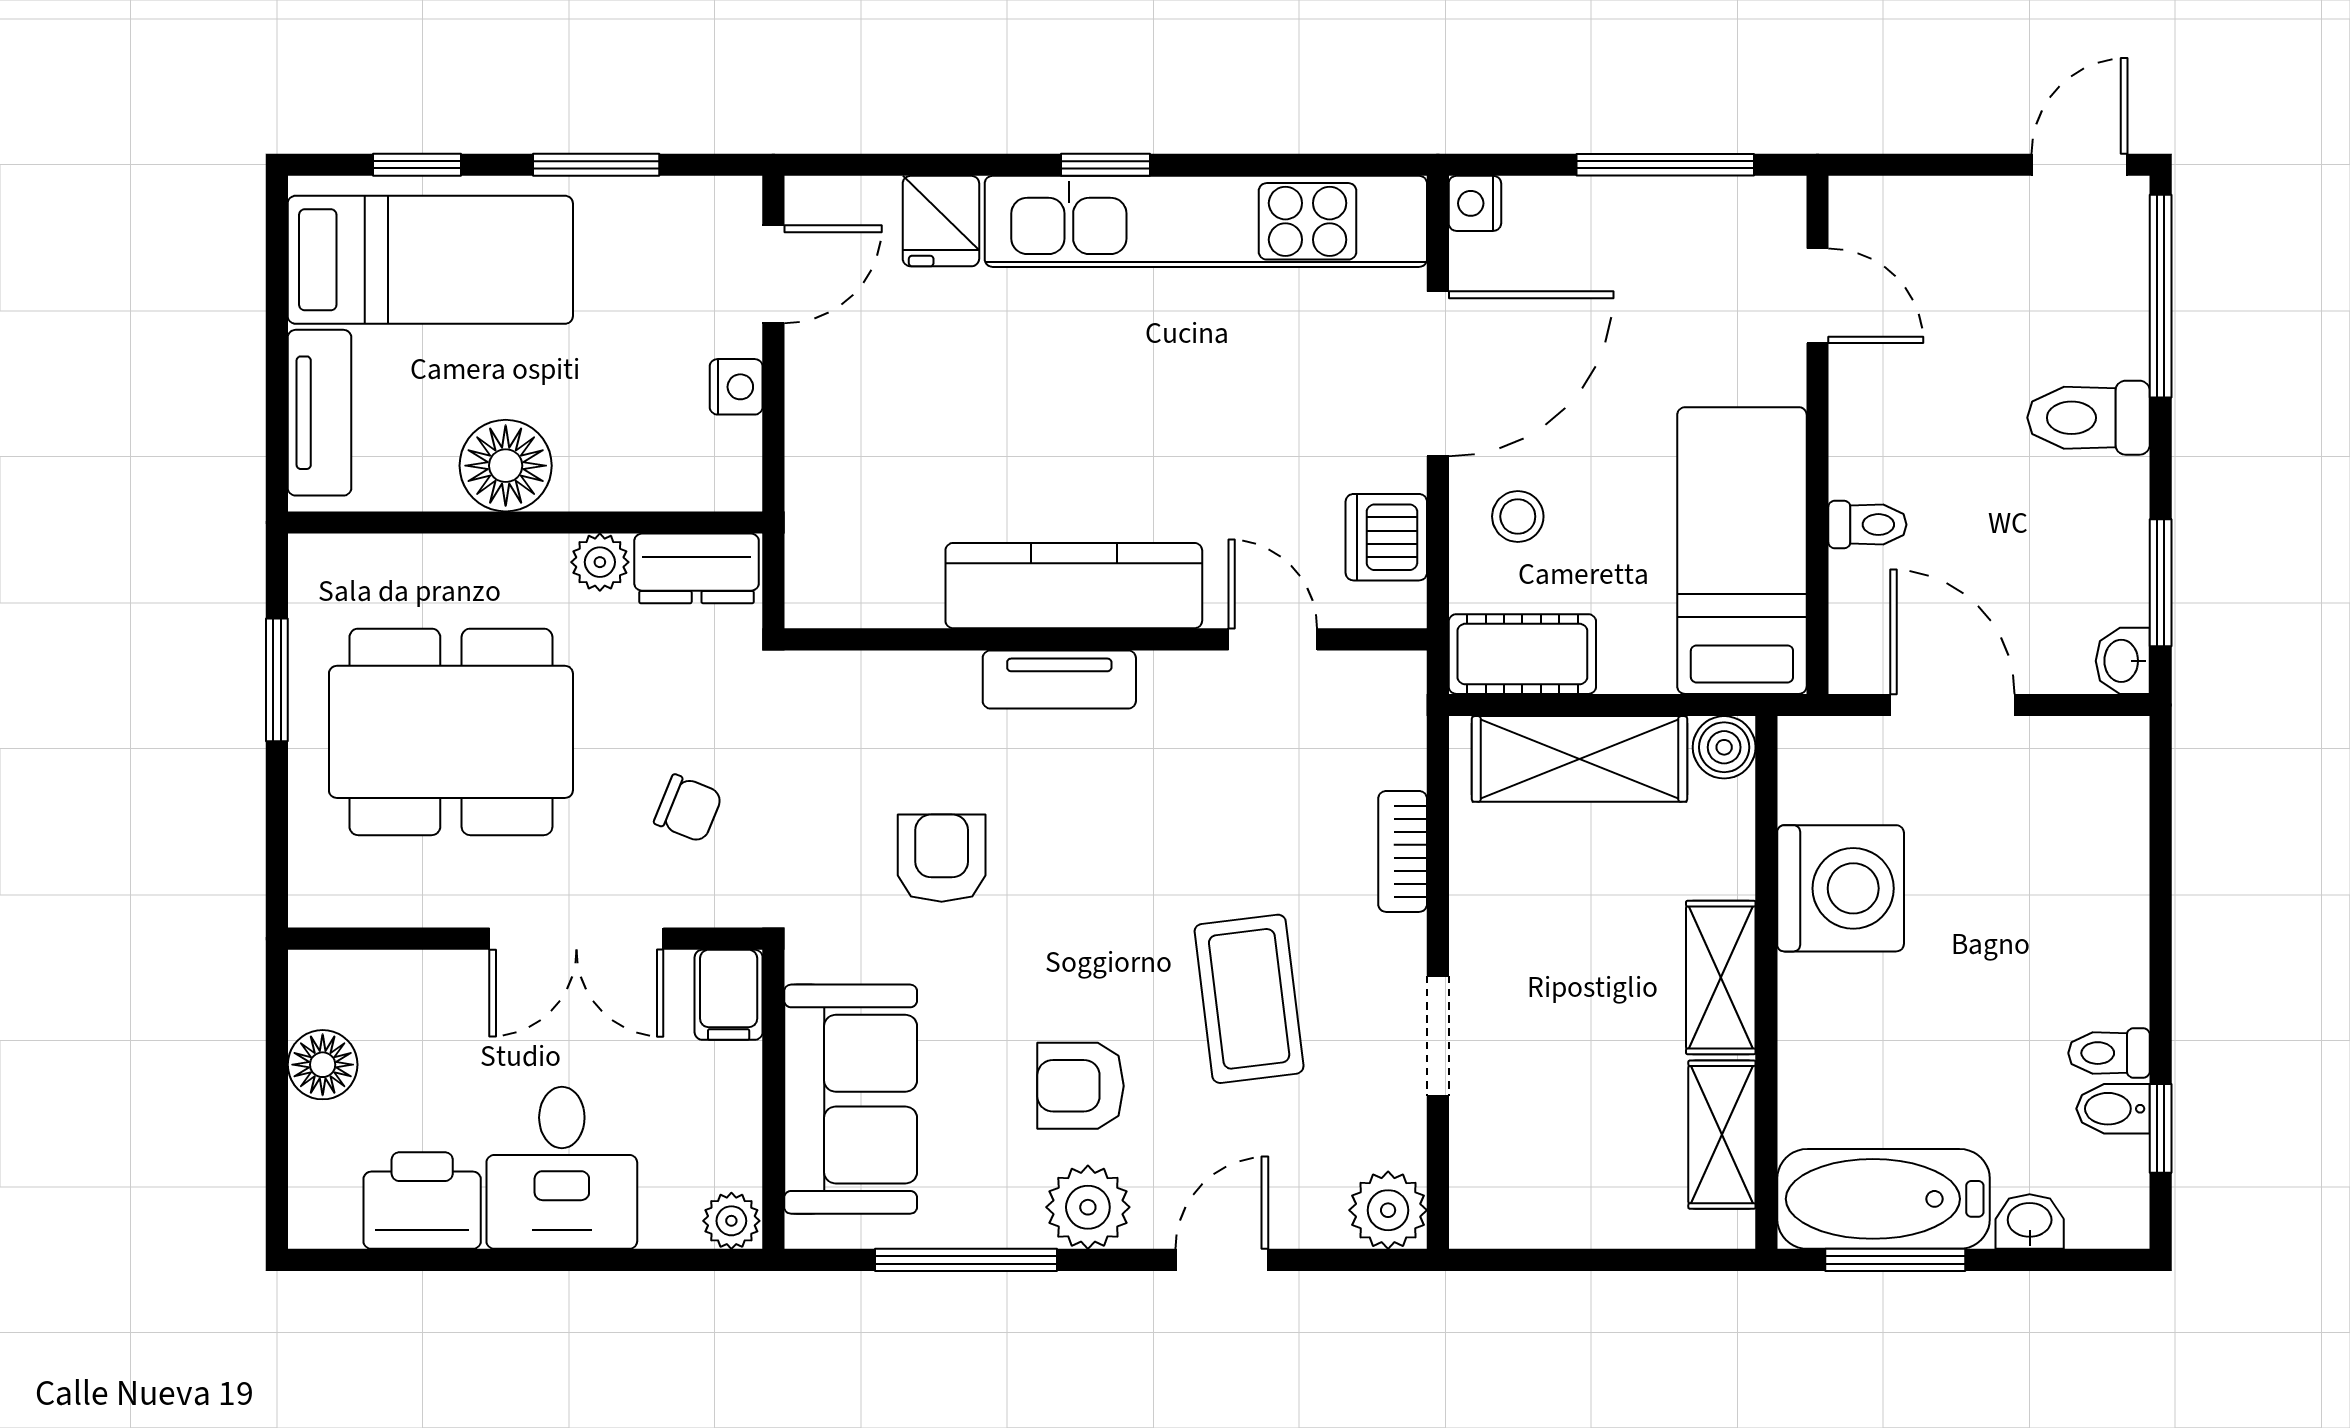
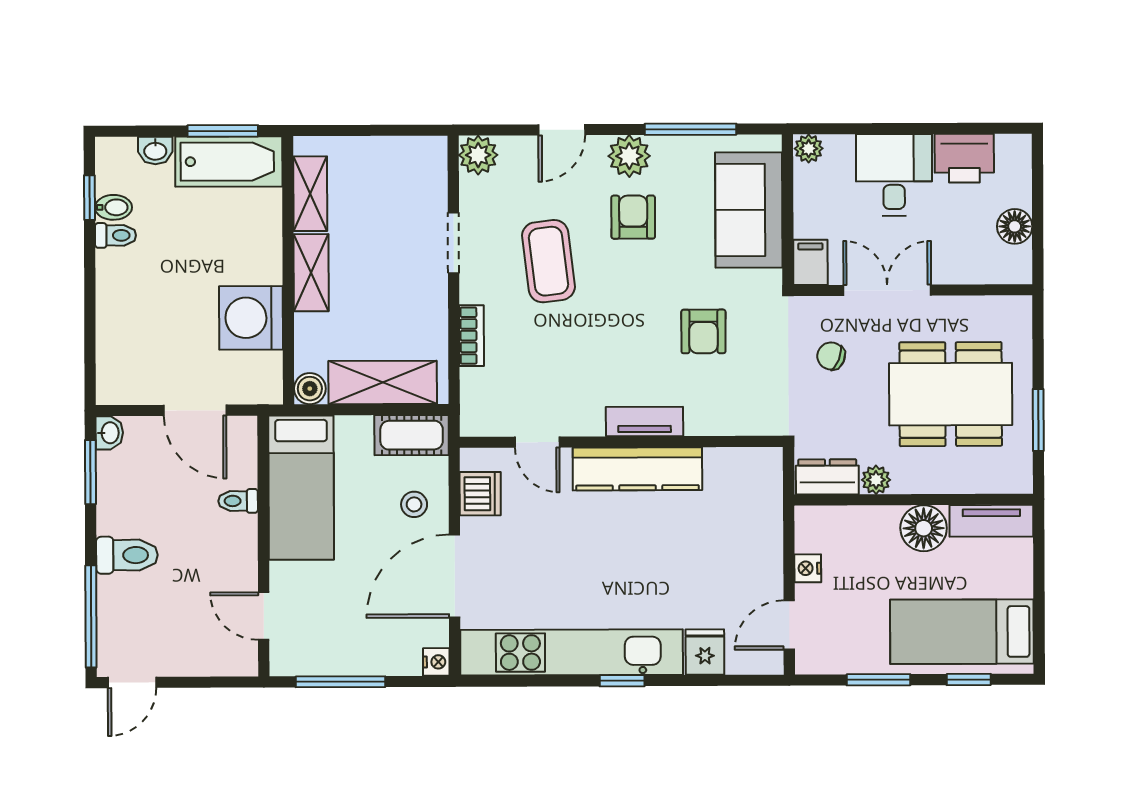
tv unit: (320, 413) -> (991, 521), moved, turned -90
armchair: (1080, 1086) -> (633, 217), turned -90

